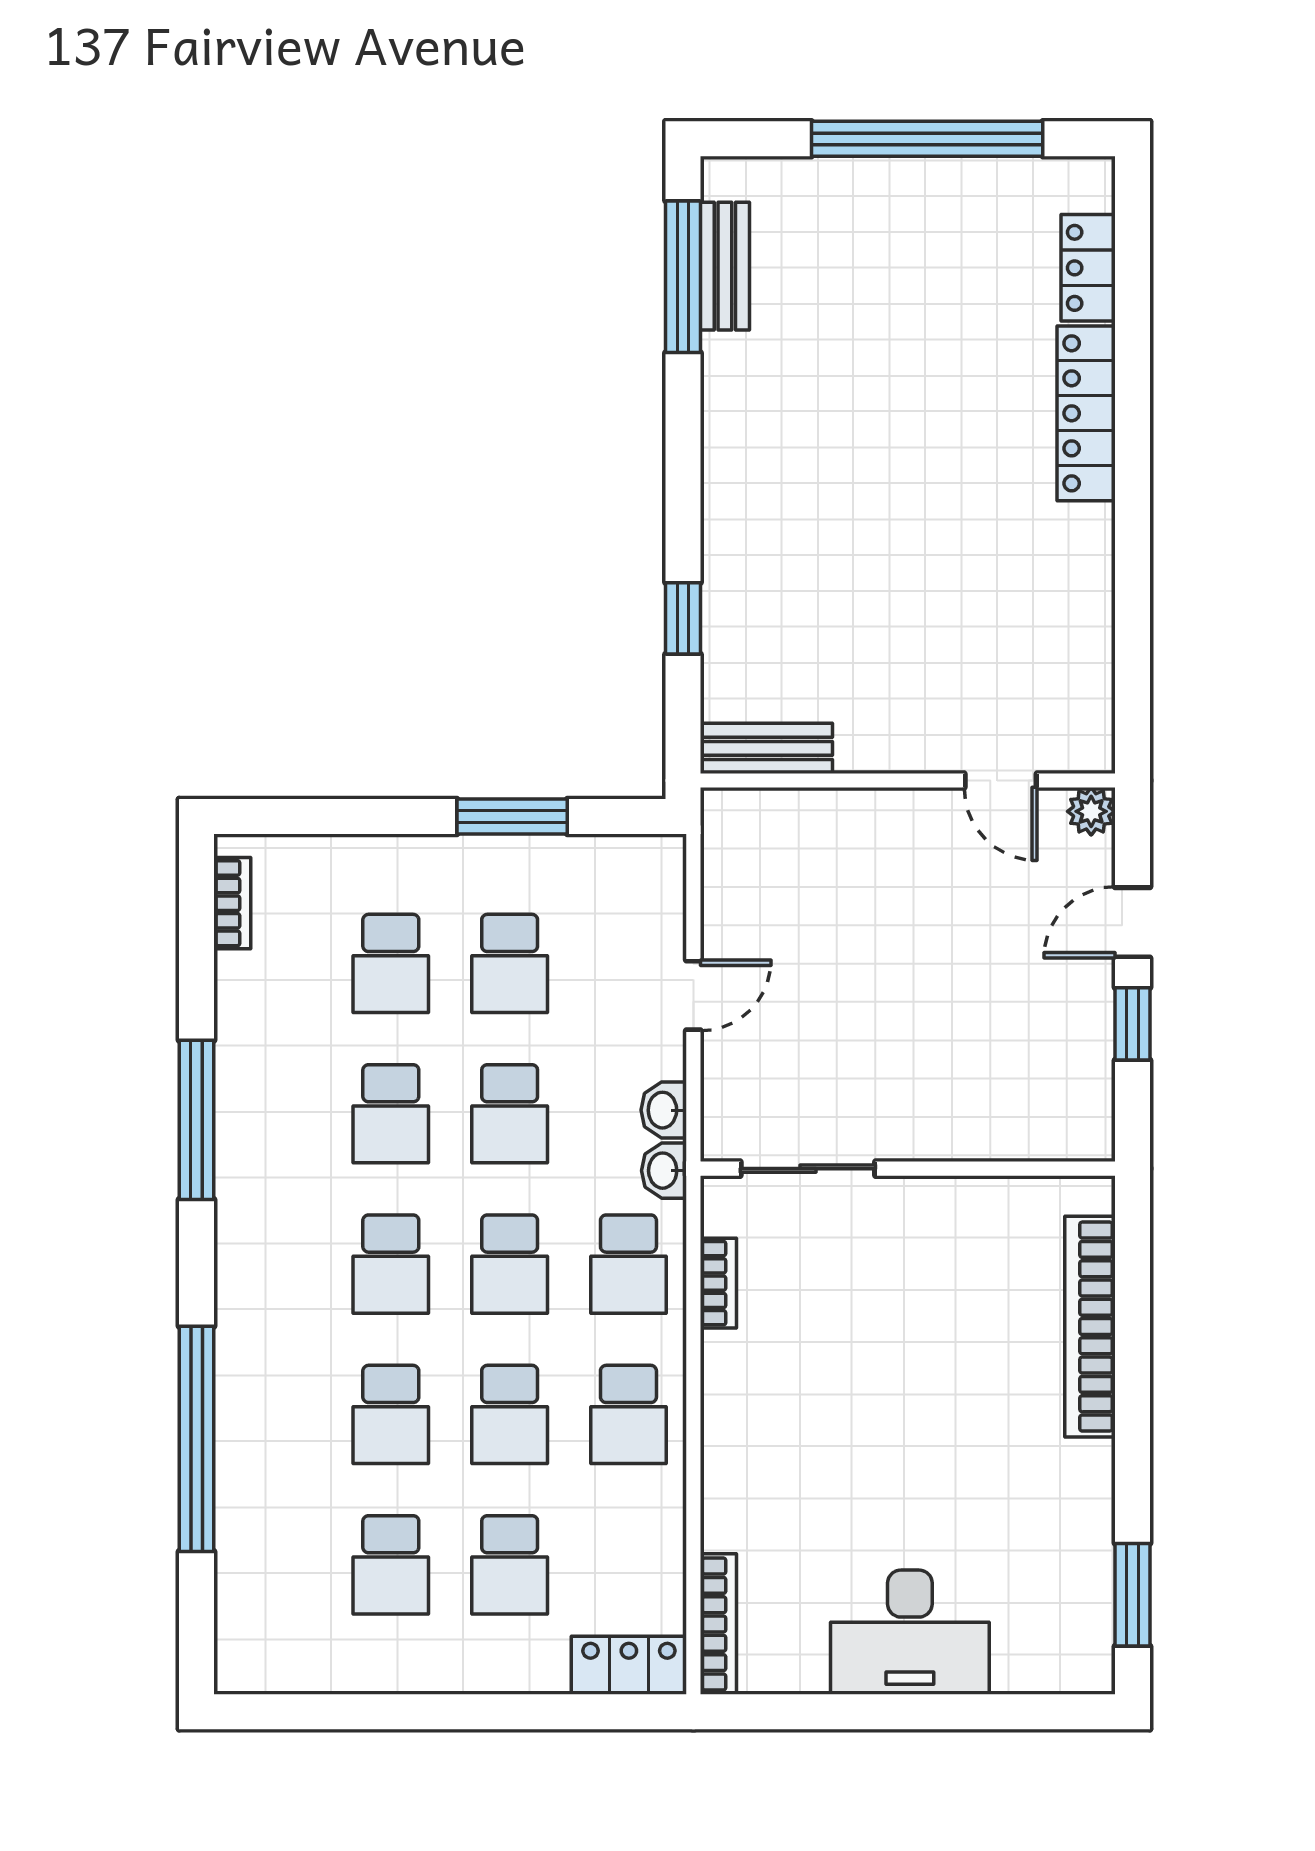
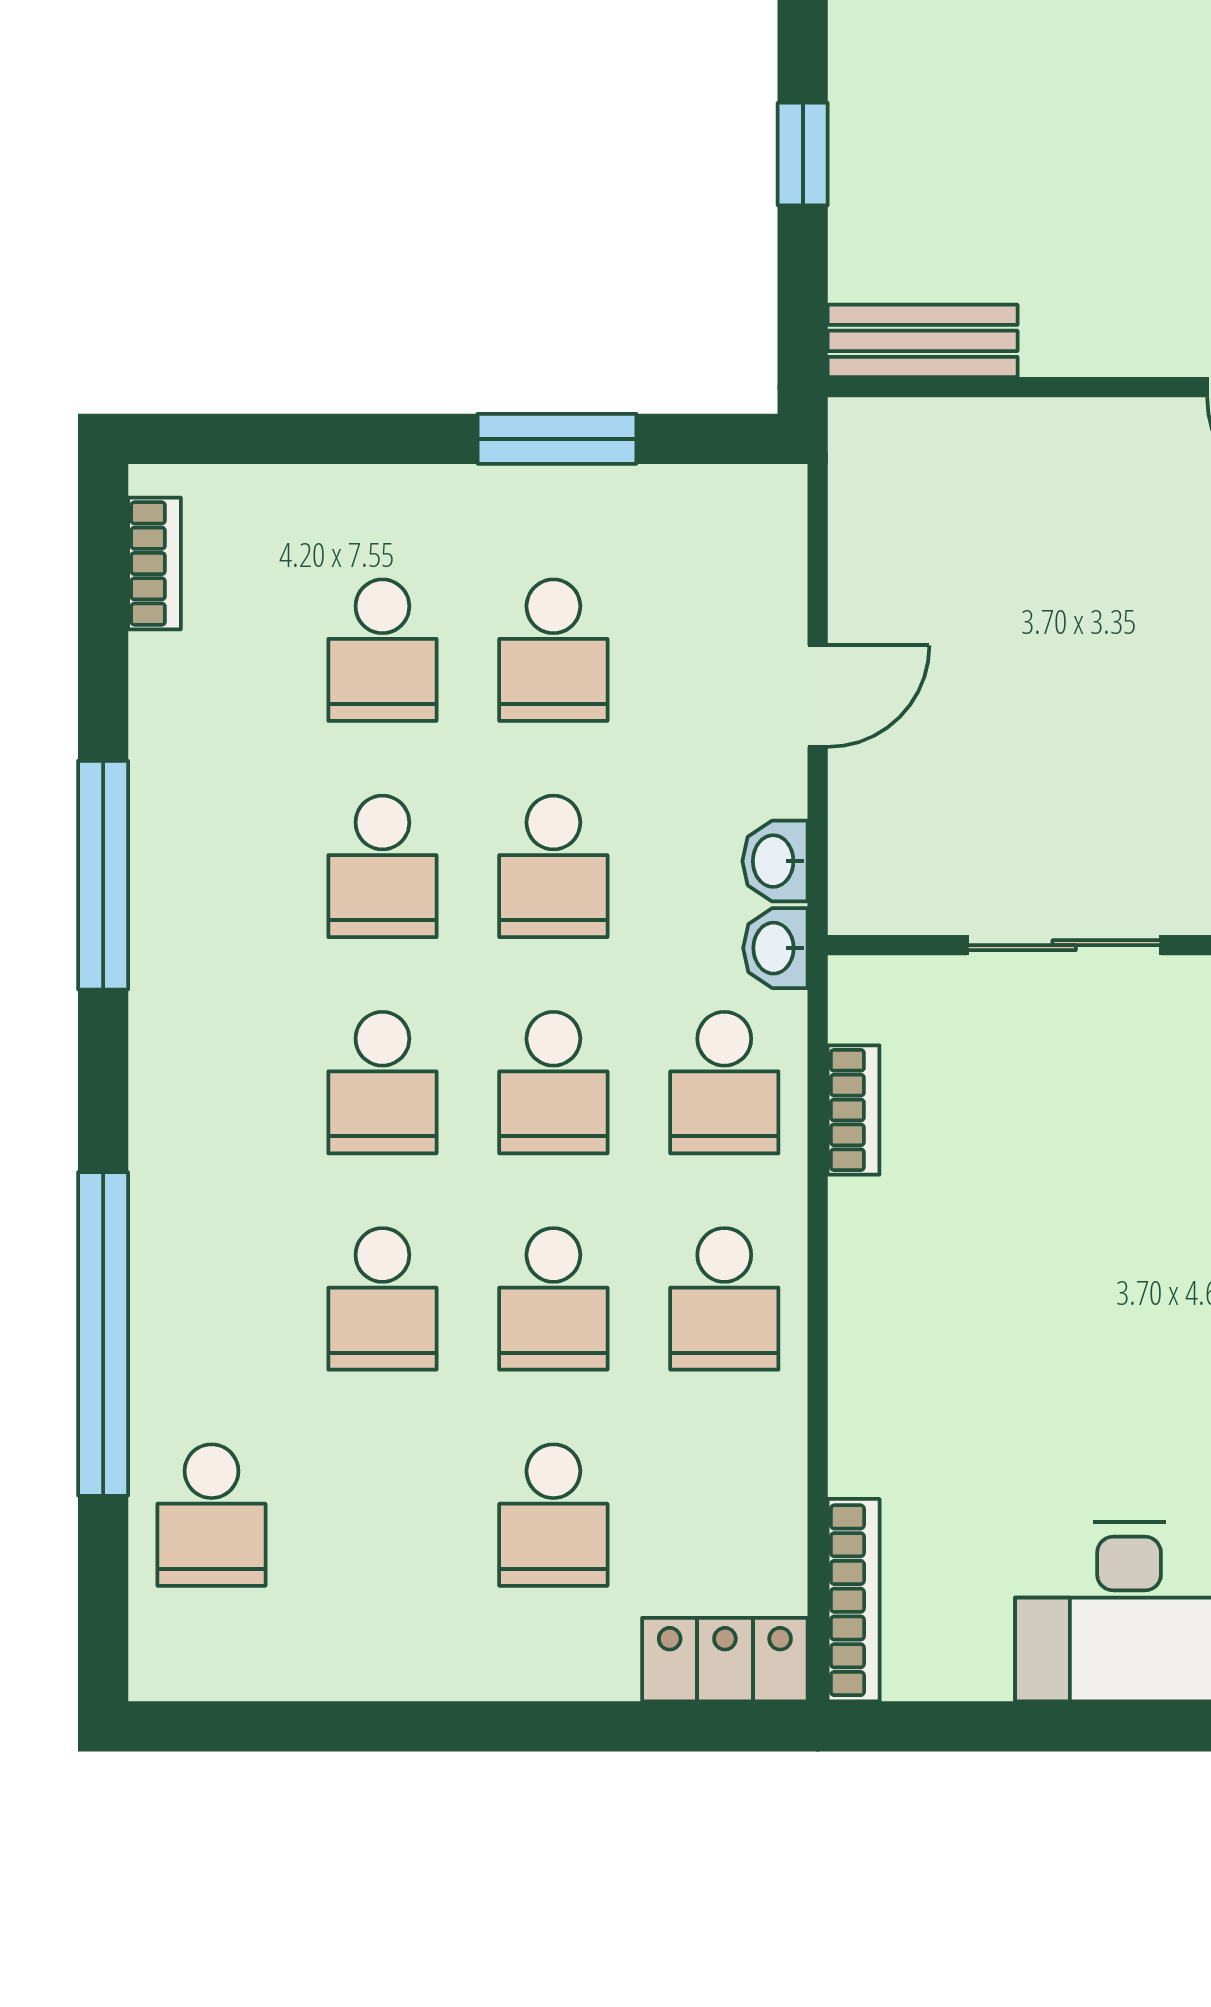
sliding door: (808, 1169) -> (1064, 945), moved
school desk: (391, 1565) -> (211, 1515), moved

